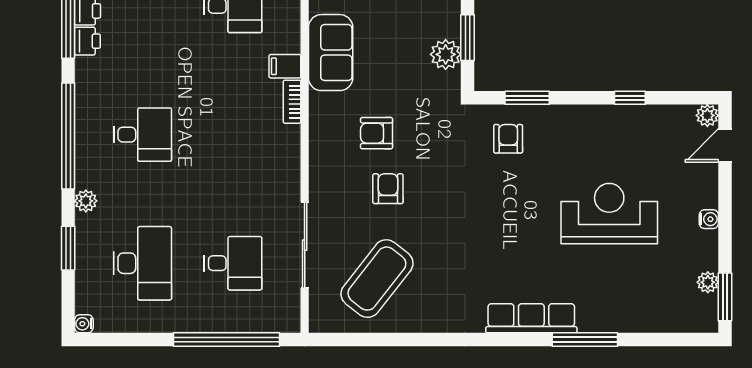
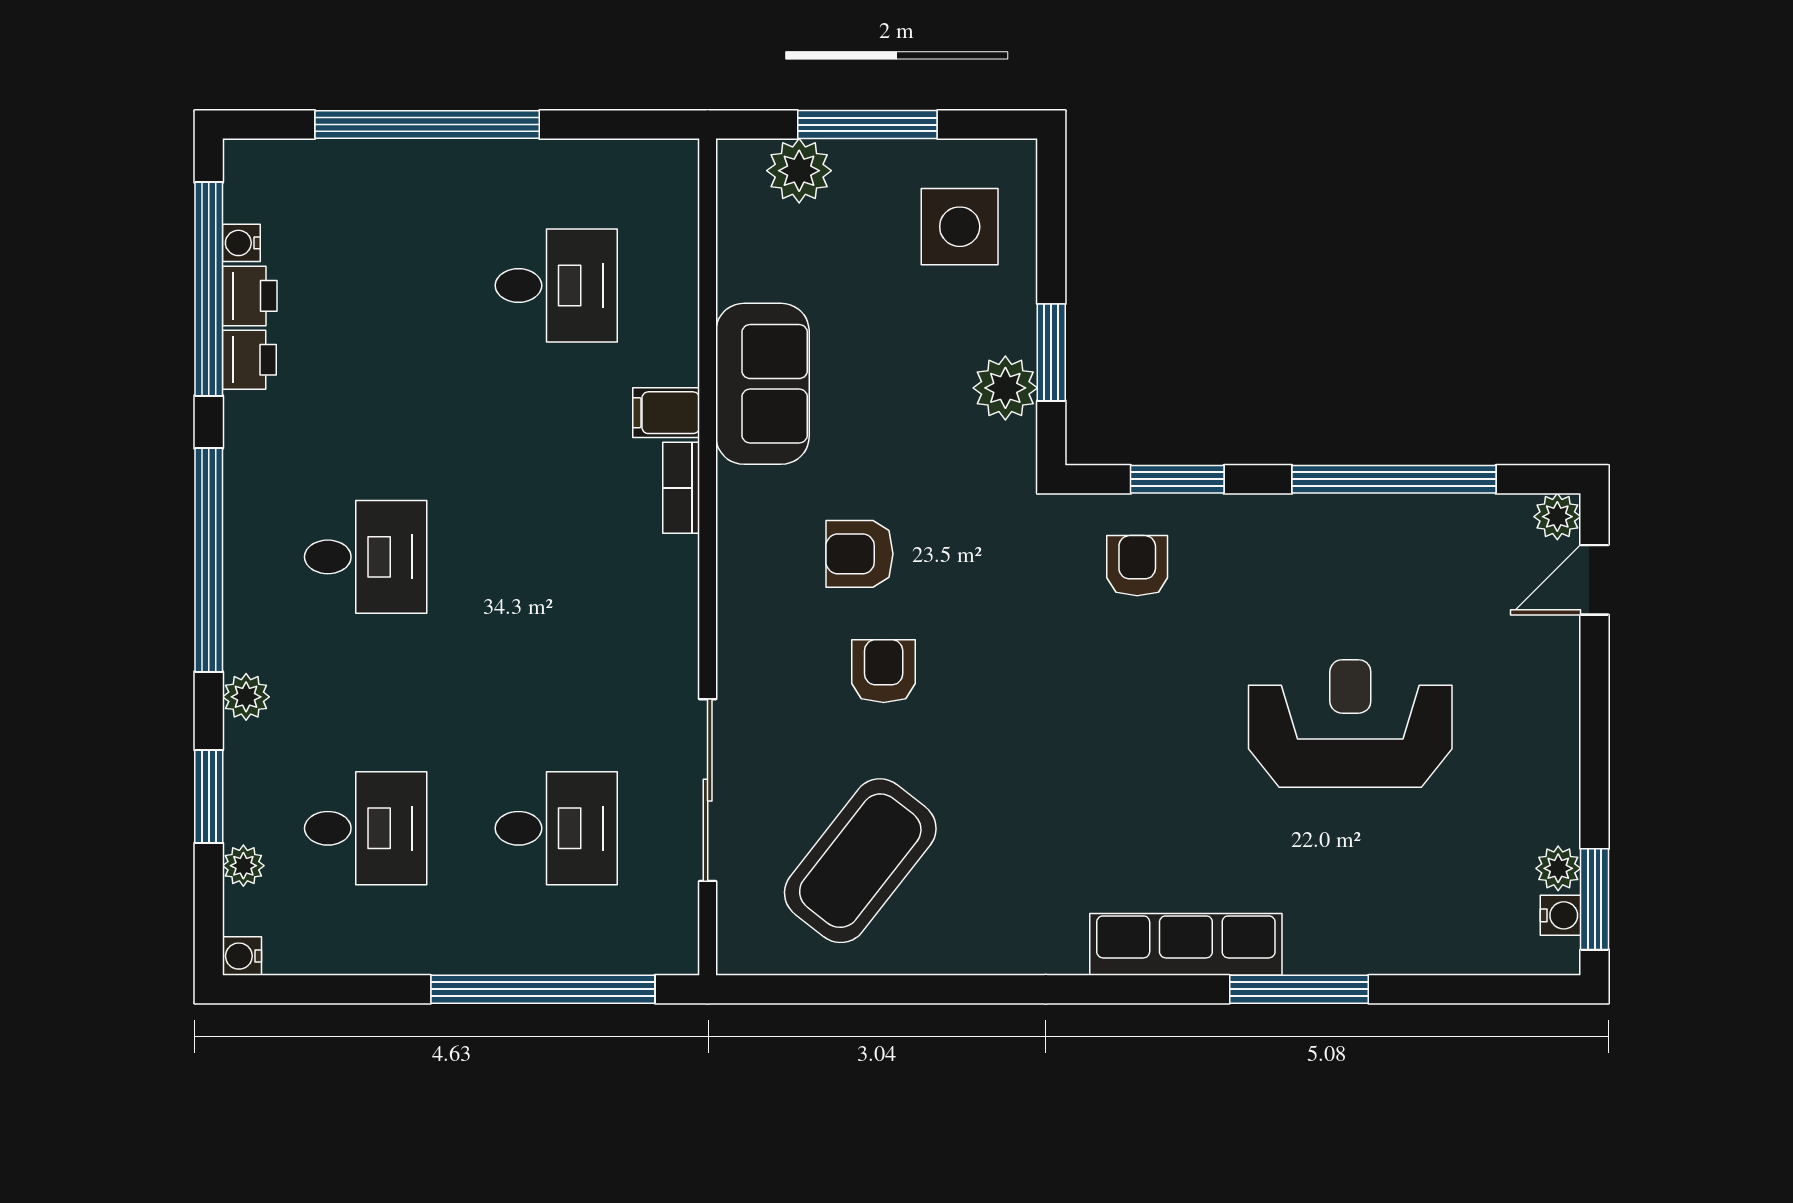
window: (630, 98) -> (1394, 479), width x3.17
water cooler: (709, 219) -> (1561, 915), moved
desk: (142, 263) -> (366, 828), width x0.73
plant: (85, 281) -> (243, 866), added

